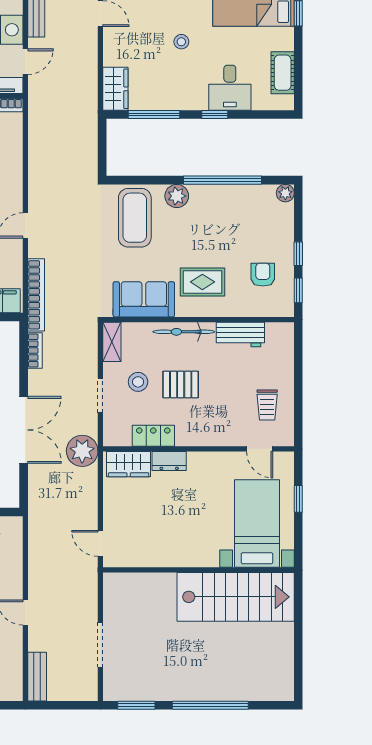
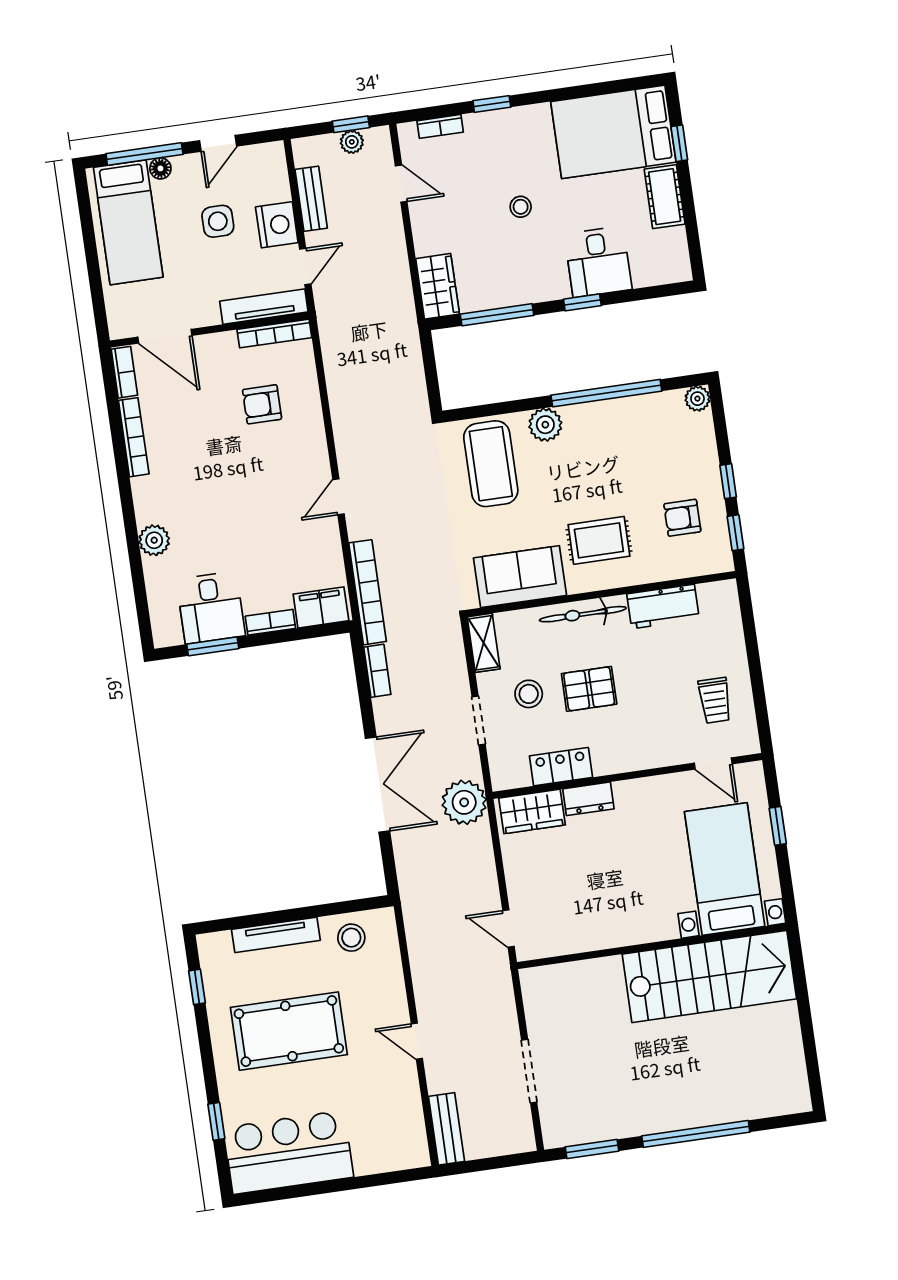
cot: (283, 73) -> (665, 197), moved
armchair: (263, 275) -> (682, 518), turned -90

